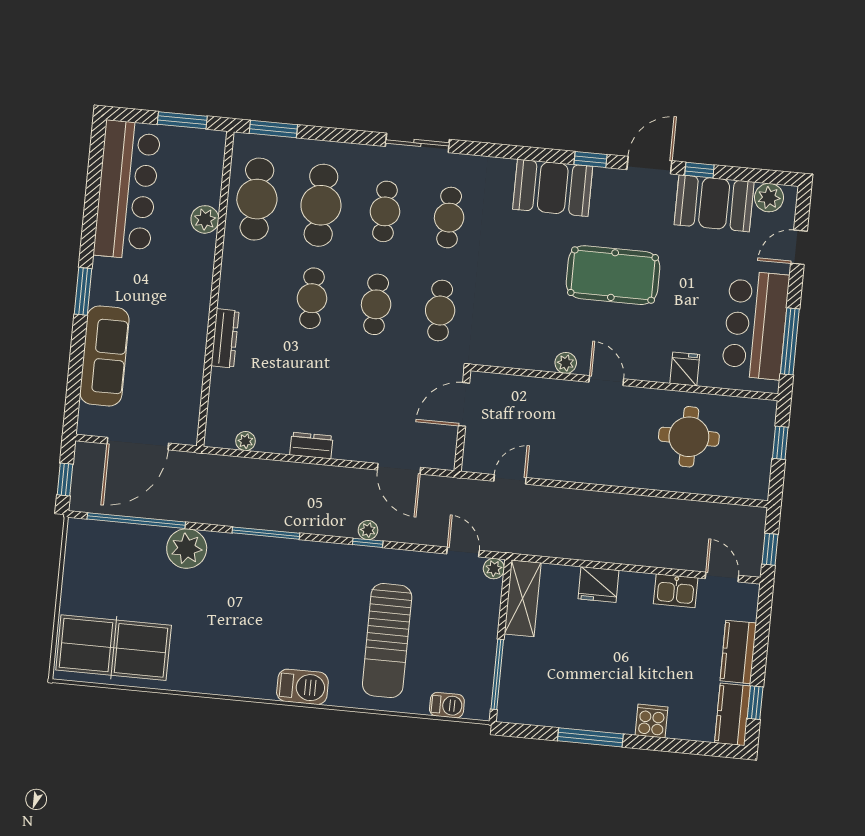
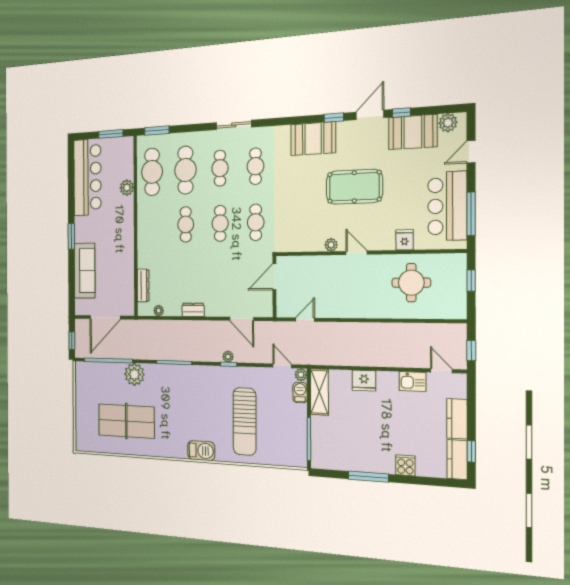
dresser: (225, 338) -> (143, 285), moved
table tennis table: (114, 648) -> (126, 421), moved
barbecue: (447, 705) -> (300, 393), moved, turned -90

